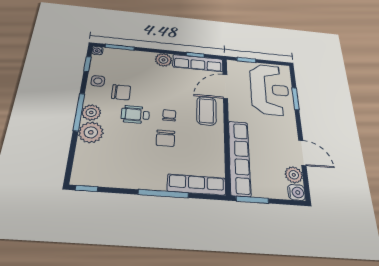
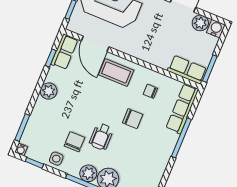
row of seats: (198, 63) -> (64, 52), width x0.68
chair: (169, 115) -> (150, 91), moved
row of seats: (239, 158) -> (187, 70), width x0.50

